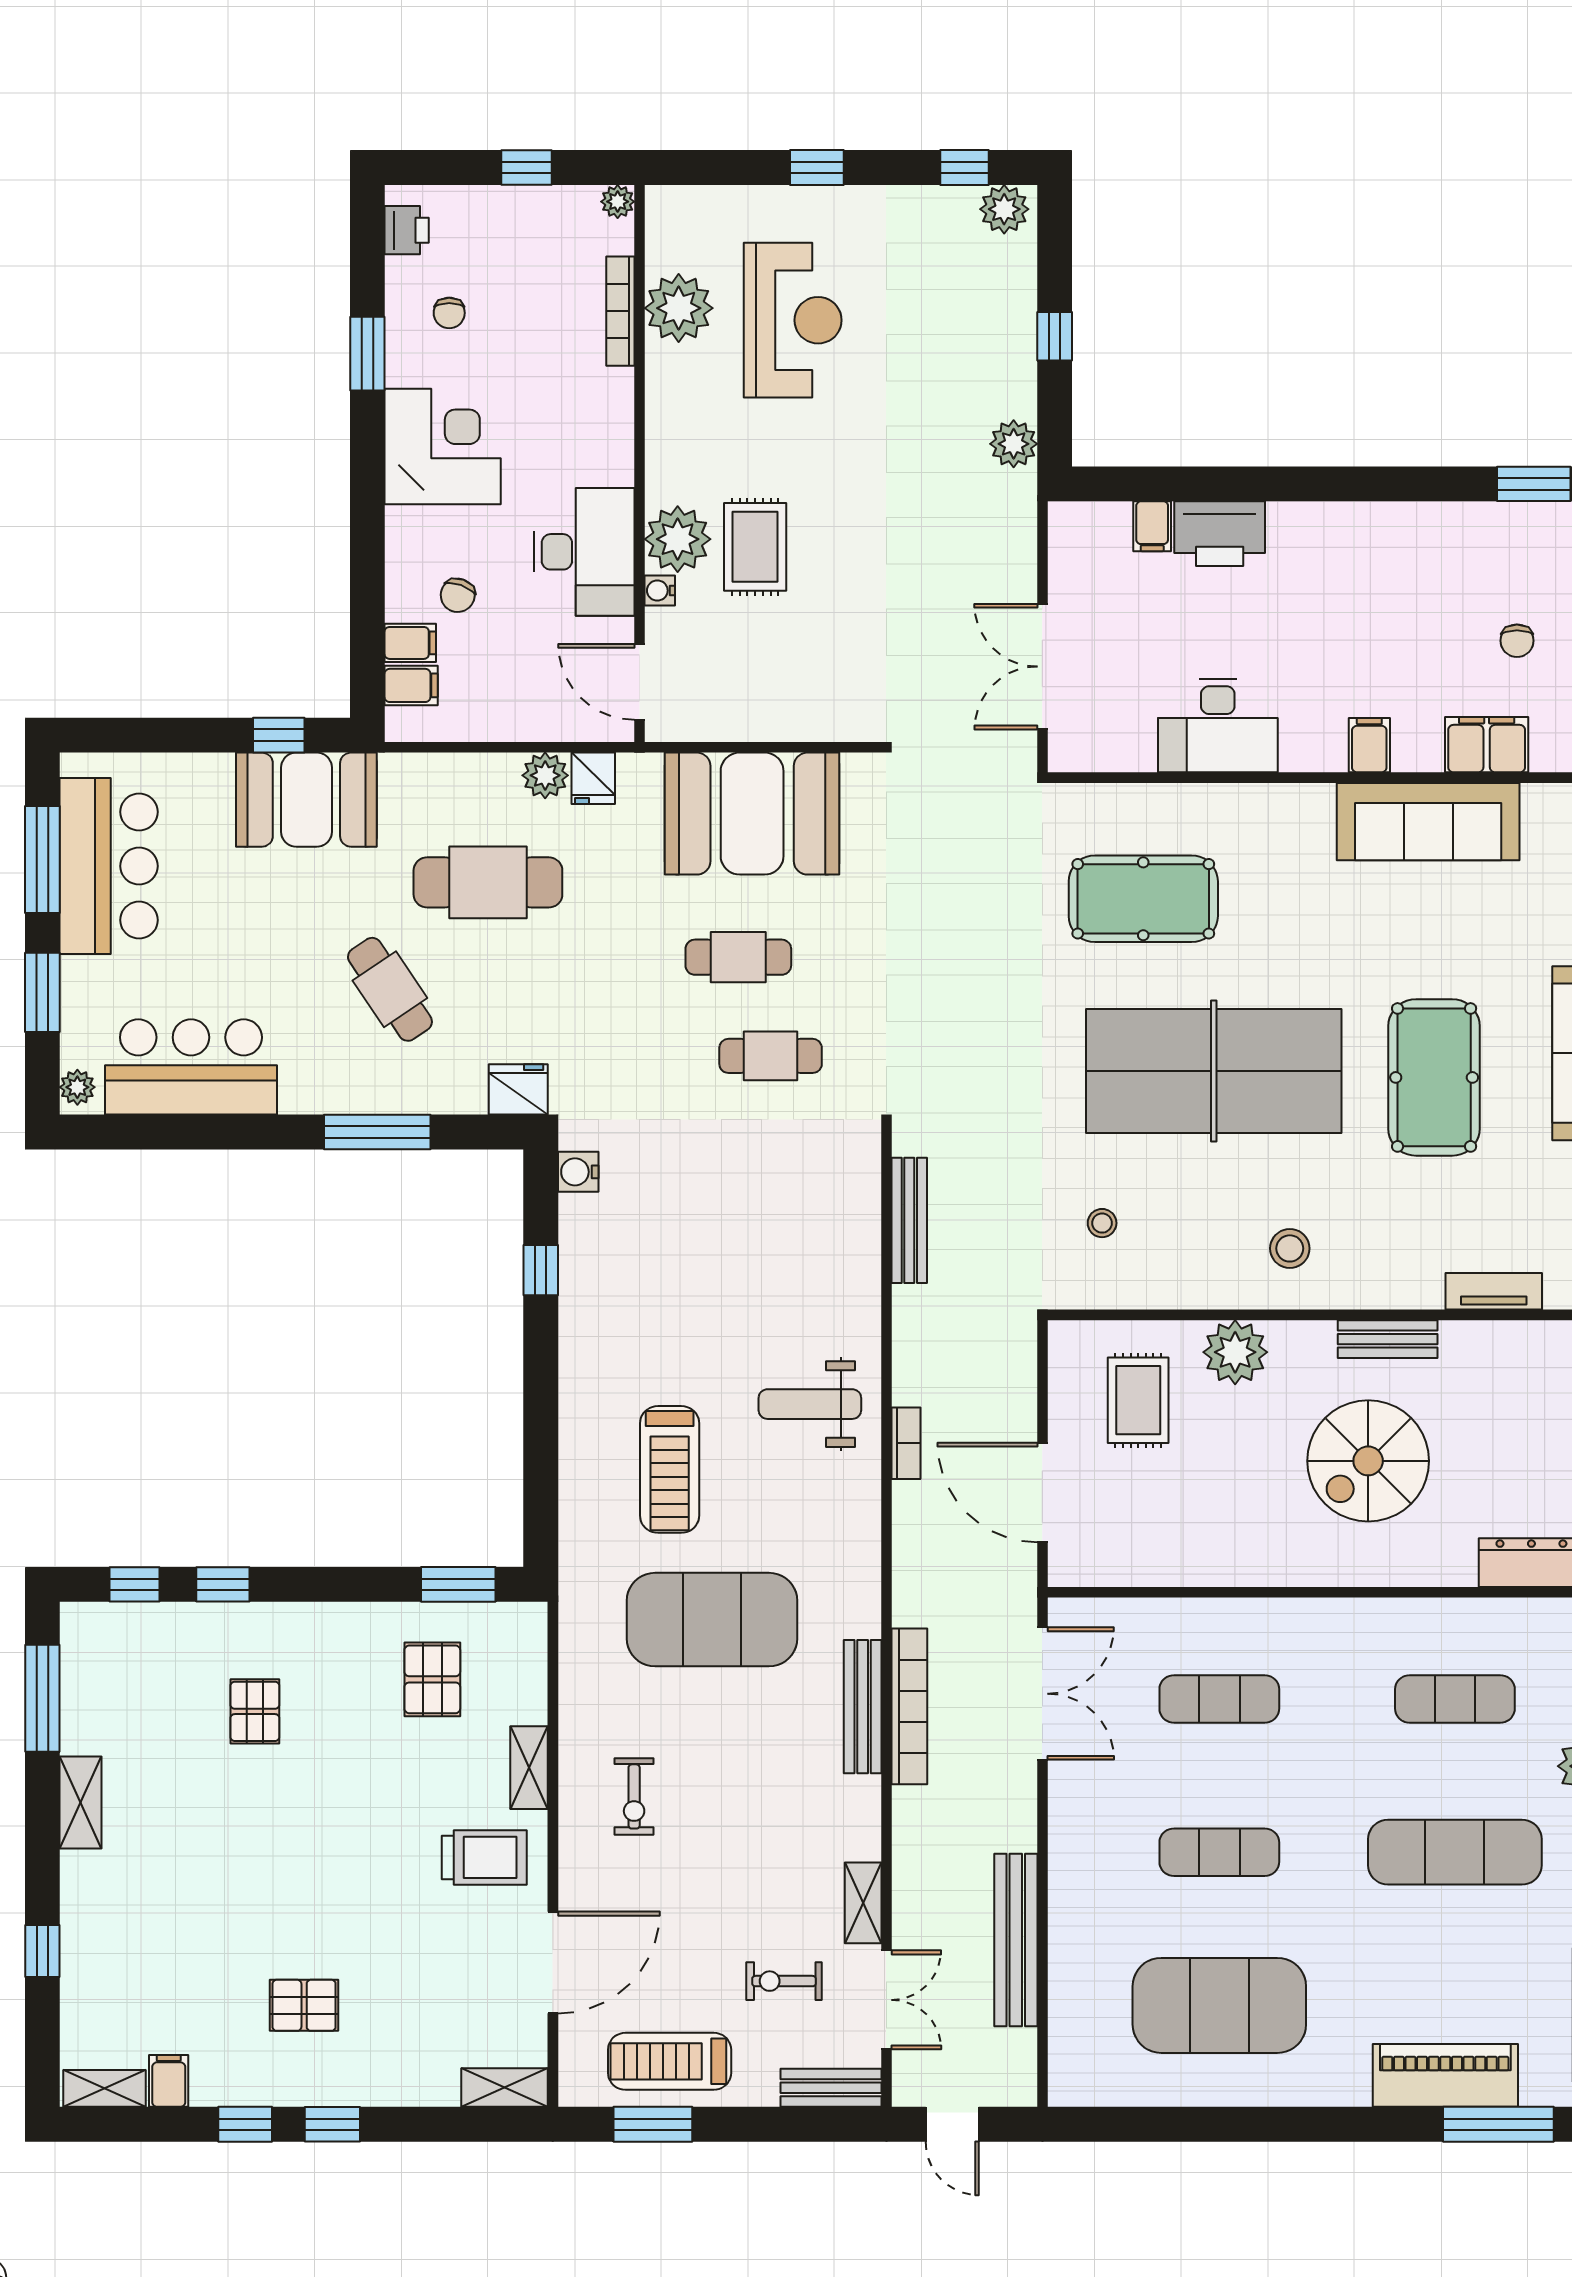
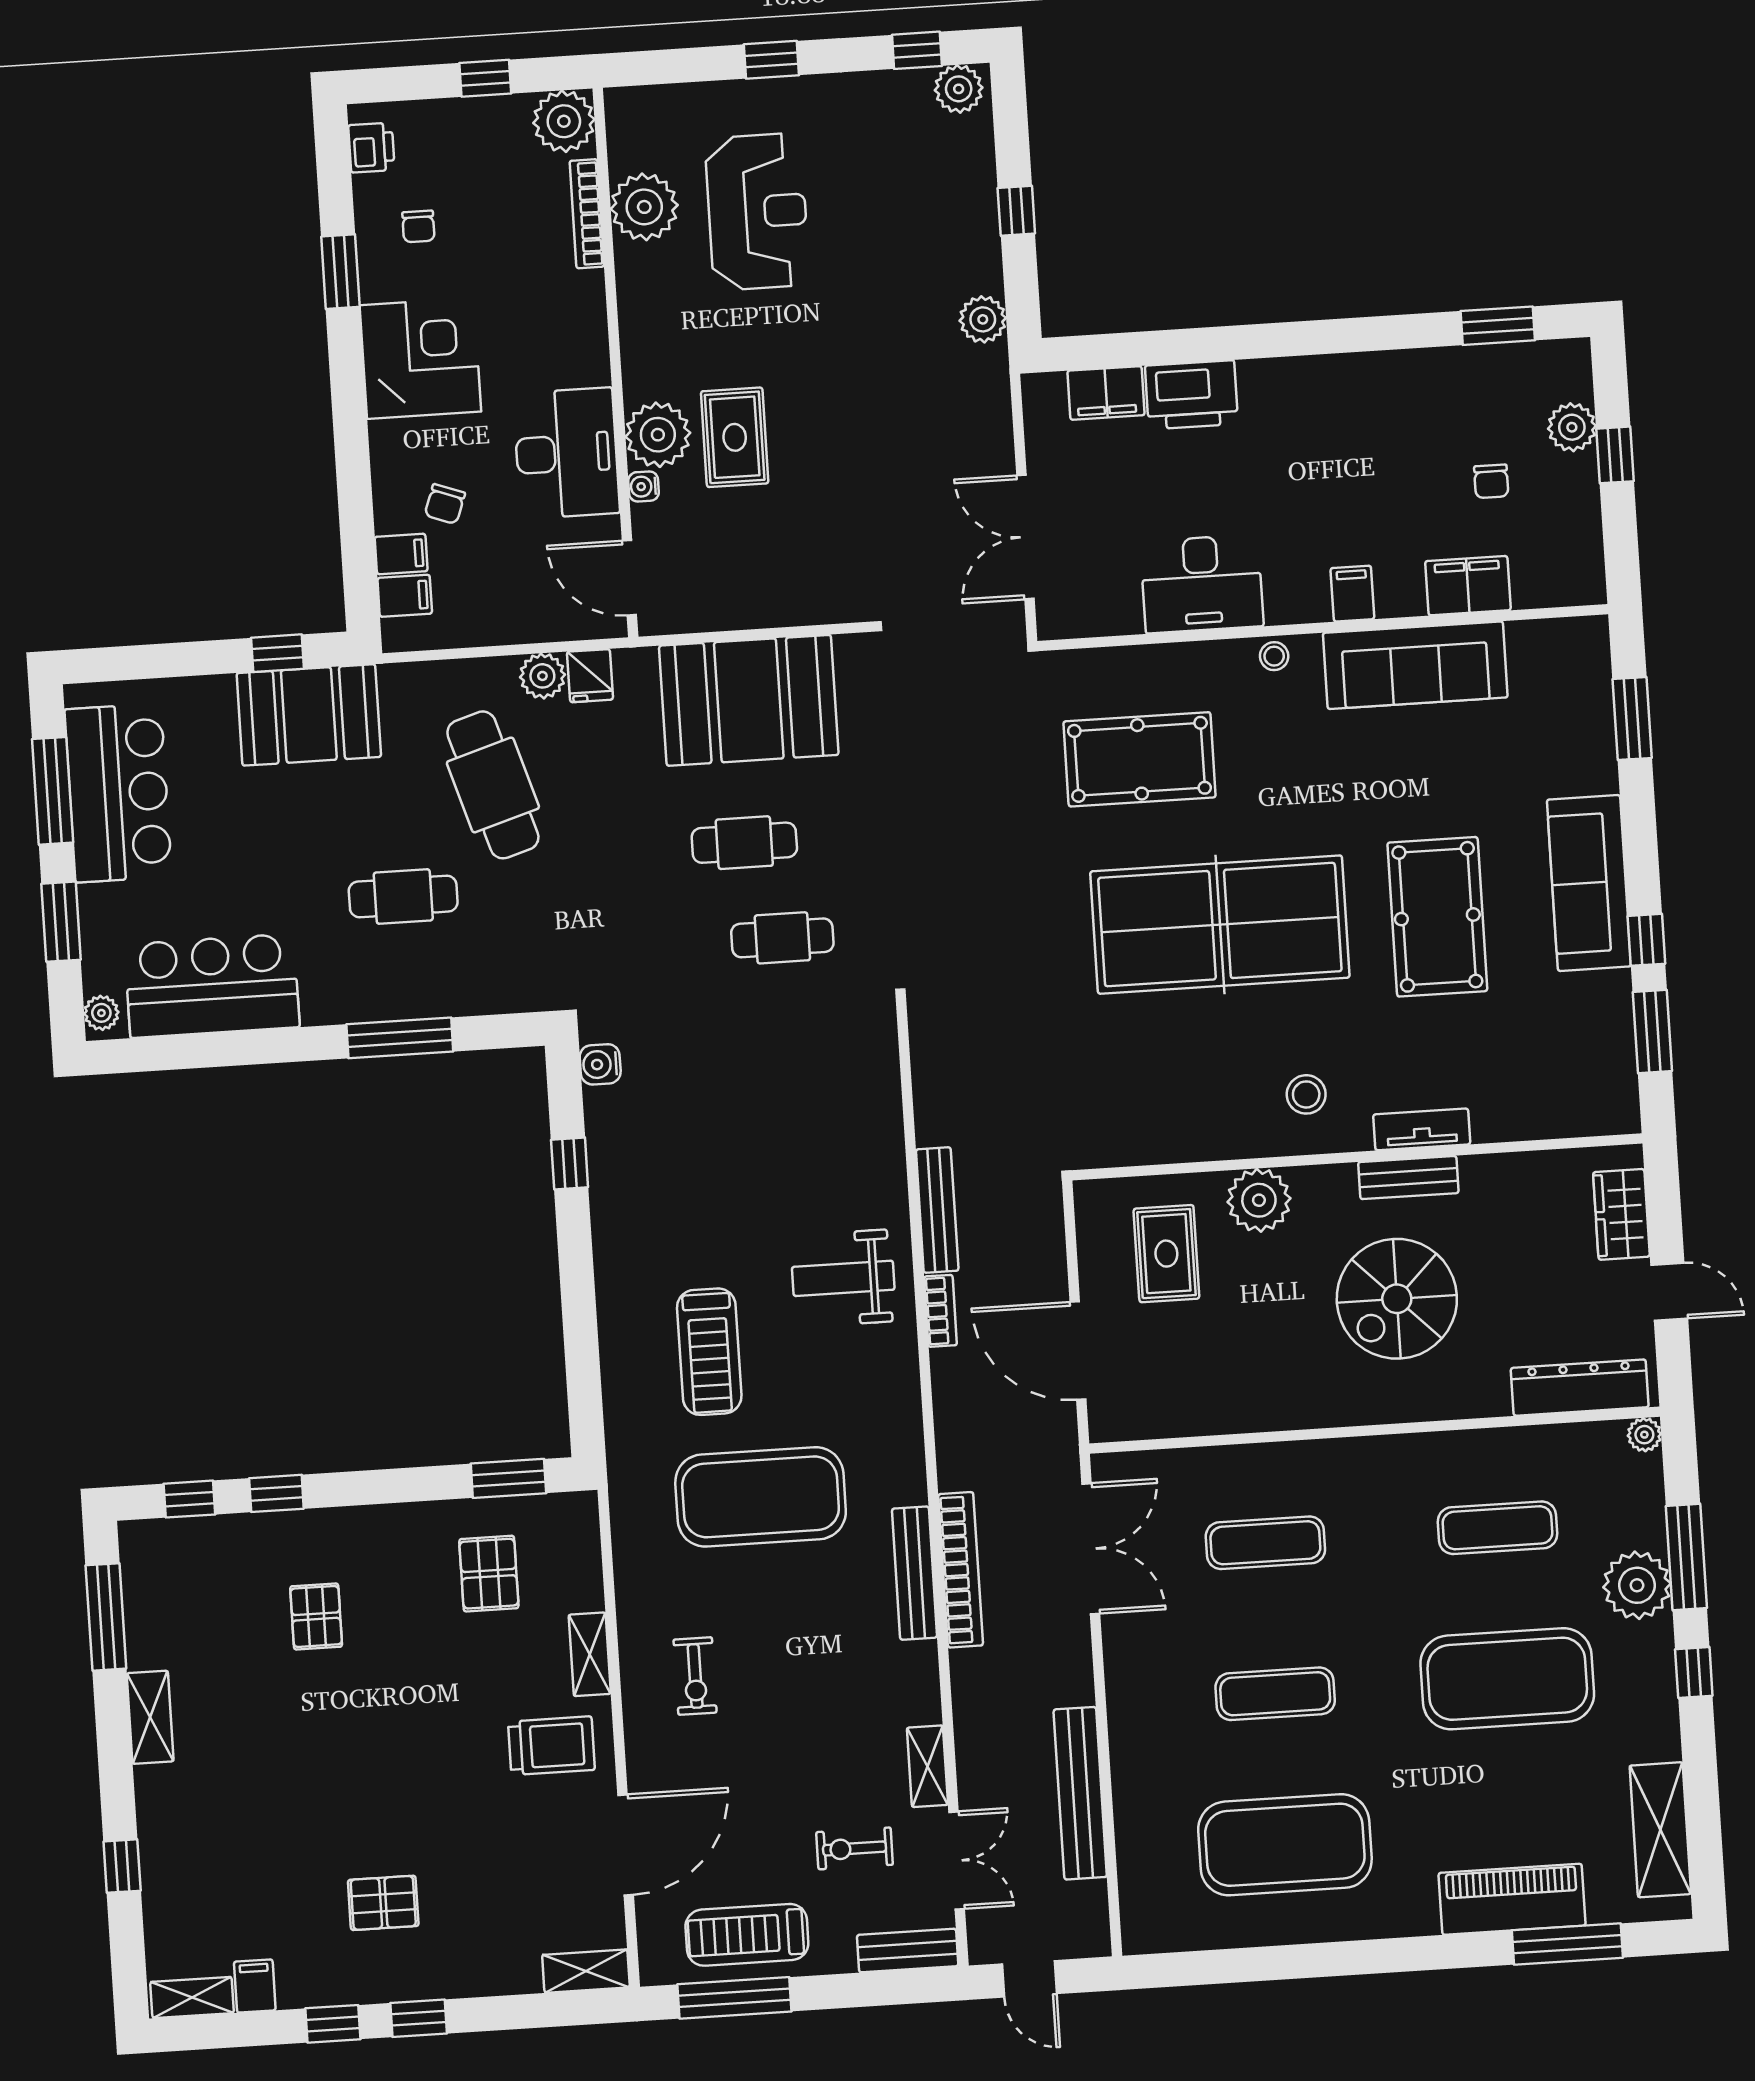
plant: (618, 202) -> (564, 121), width x1.88, depth x1.88
filing cabinet: (1152, 526) -> (1106, 393), width x2.00
cafe table: (488, 882) -> (493, 785), turned 73
cafe table: (390, 989) -> (403, 897), turned -56
fridge: (518, 1089) -> (536, 987), removed
bench: (909, 1220) -> (937, 1210), moved
stool: (1102, 1223) -> (1274, 656), moved
tv unit: (1494, 1291) -> (1422, 1129), moved
exercise mat: (1455, 1852) -> (1507, 1679), width x1.47
window: (653, 2124) -> (734, 1998), width x1.44

